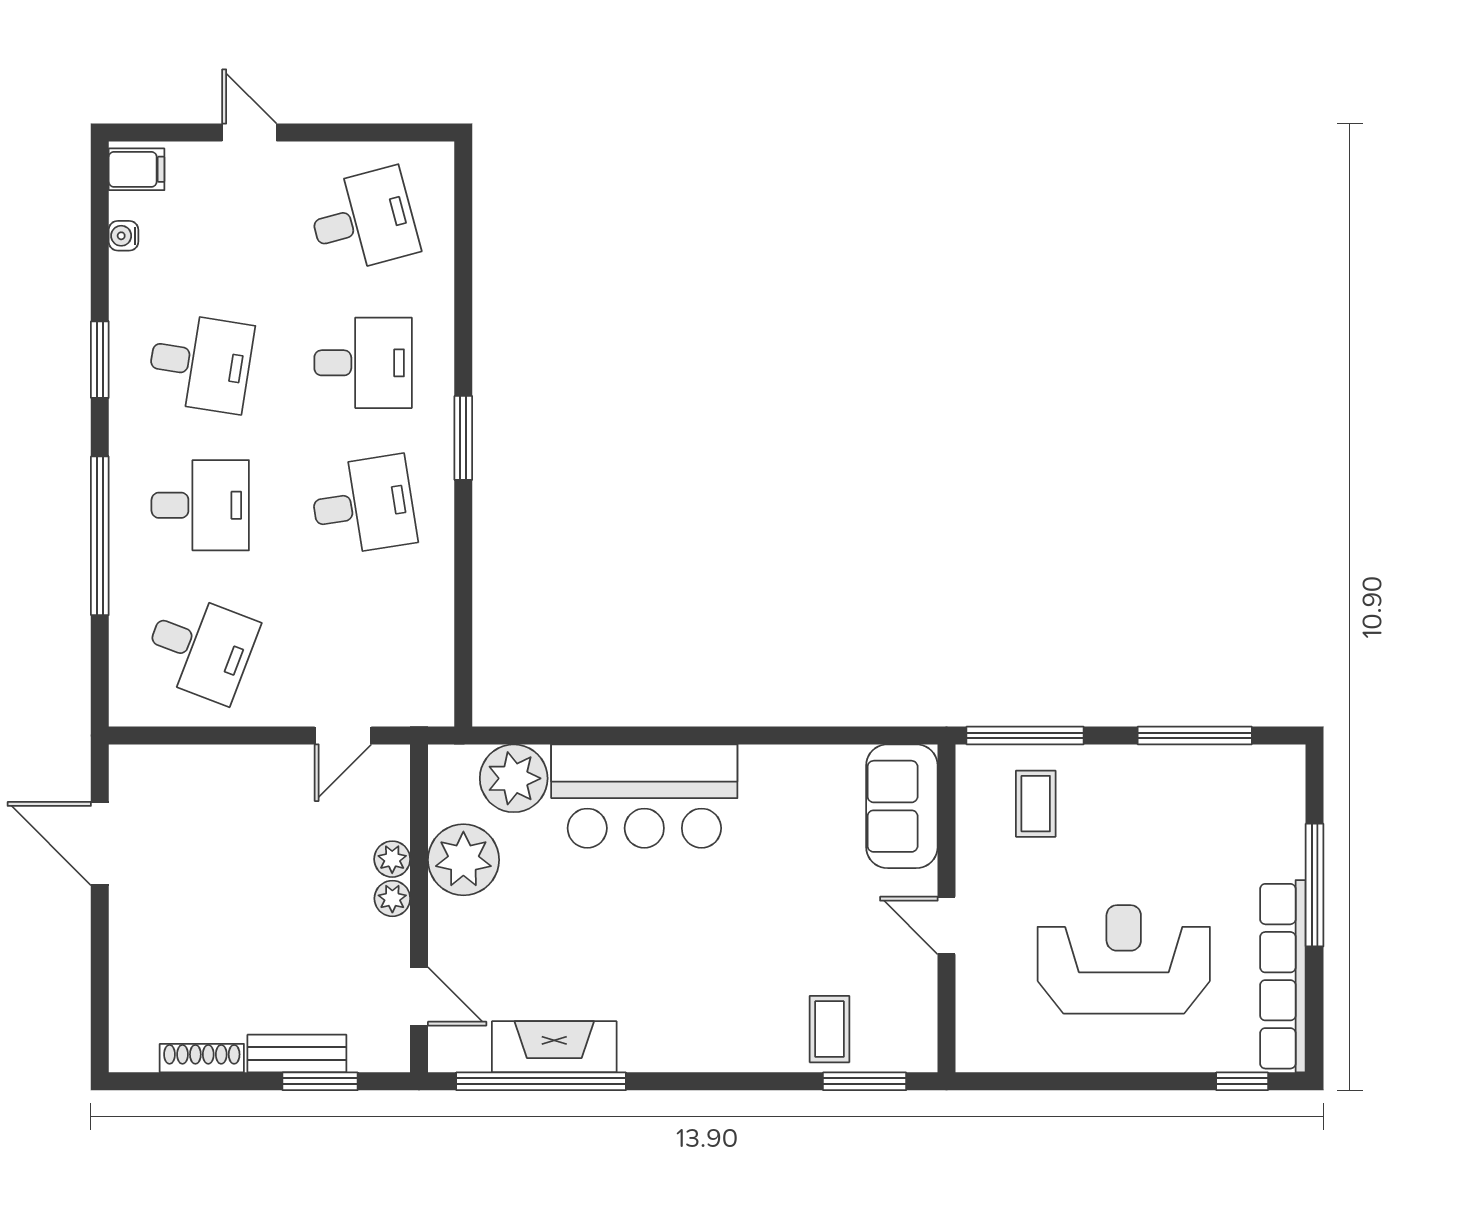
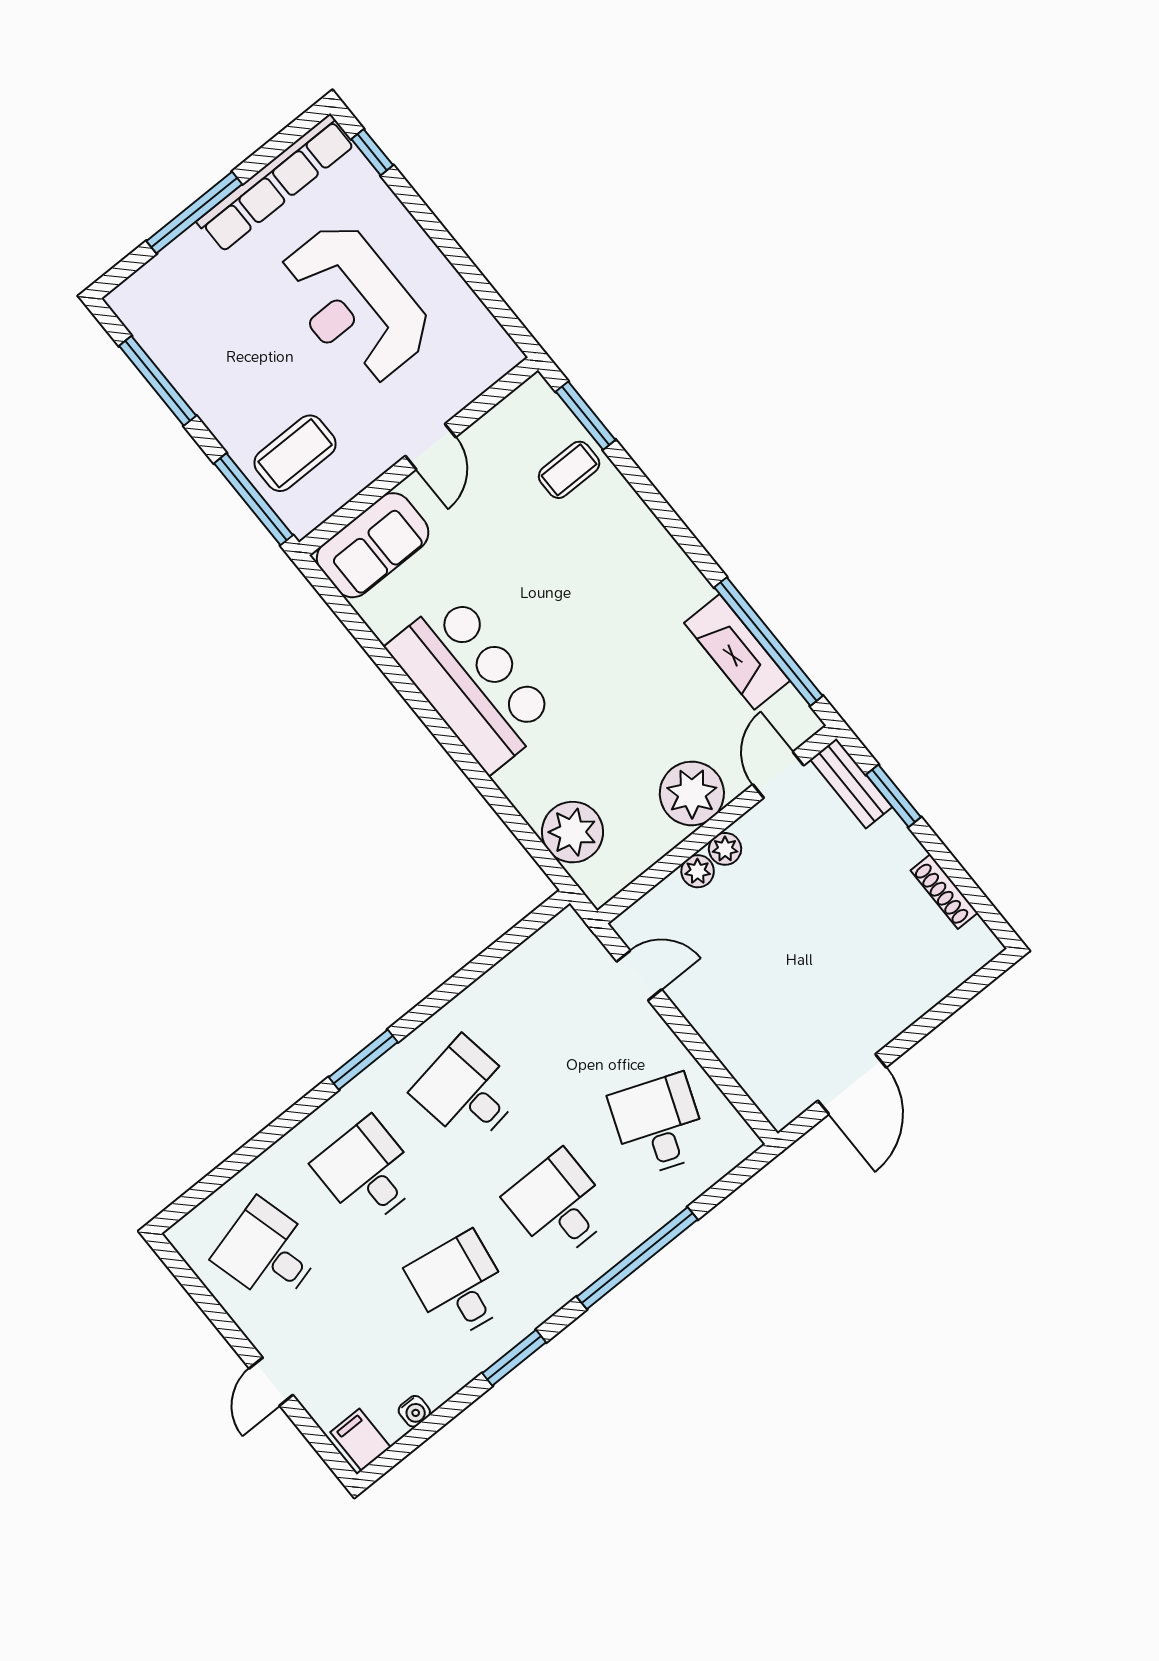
bar counter: (644, 796) -> (472, 683), moved
coffee table: (1036, 804) -> (295, 453), width x1.36, depth x1.30
plant: (463, 860) -> (692, 793), moved
bench: (297, 1054) -> (851, 783), moved

